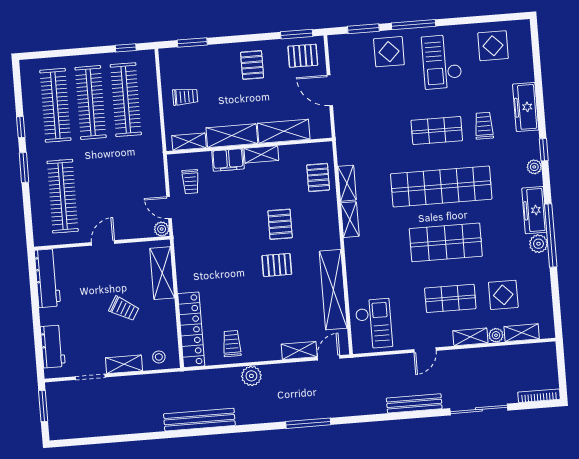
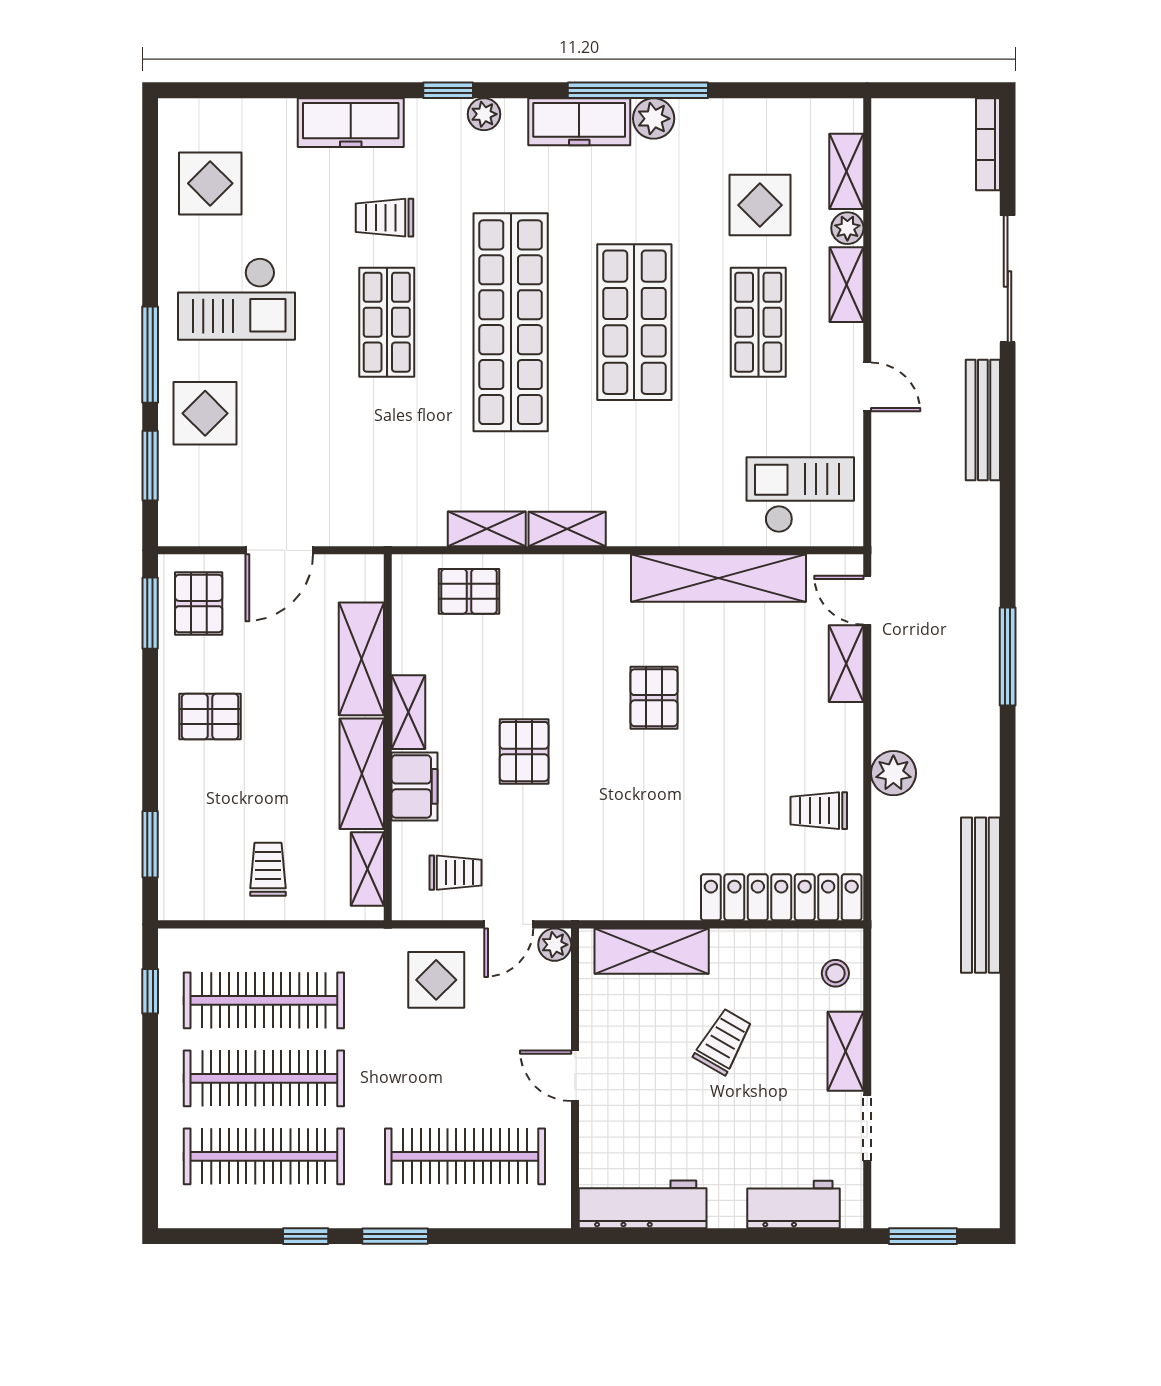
display table: (141, 177) -> (436, 980), added
pallet: (280, 224) -> (524, 752), moved, turned 90

